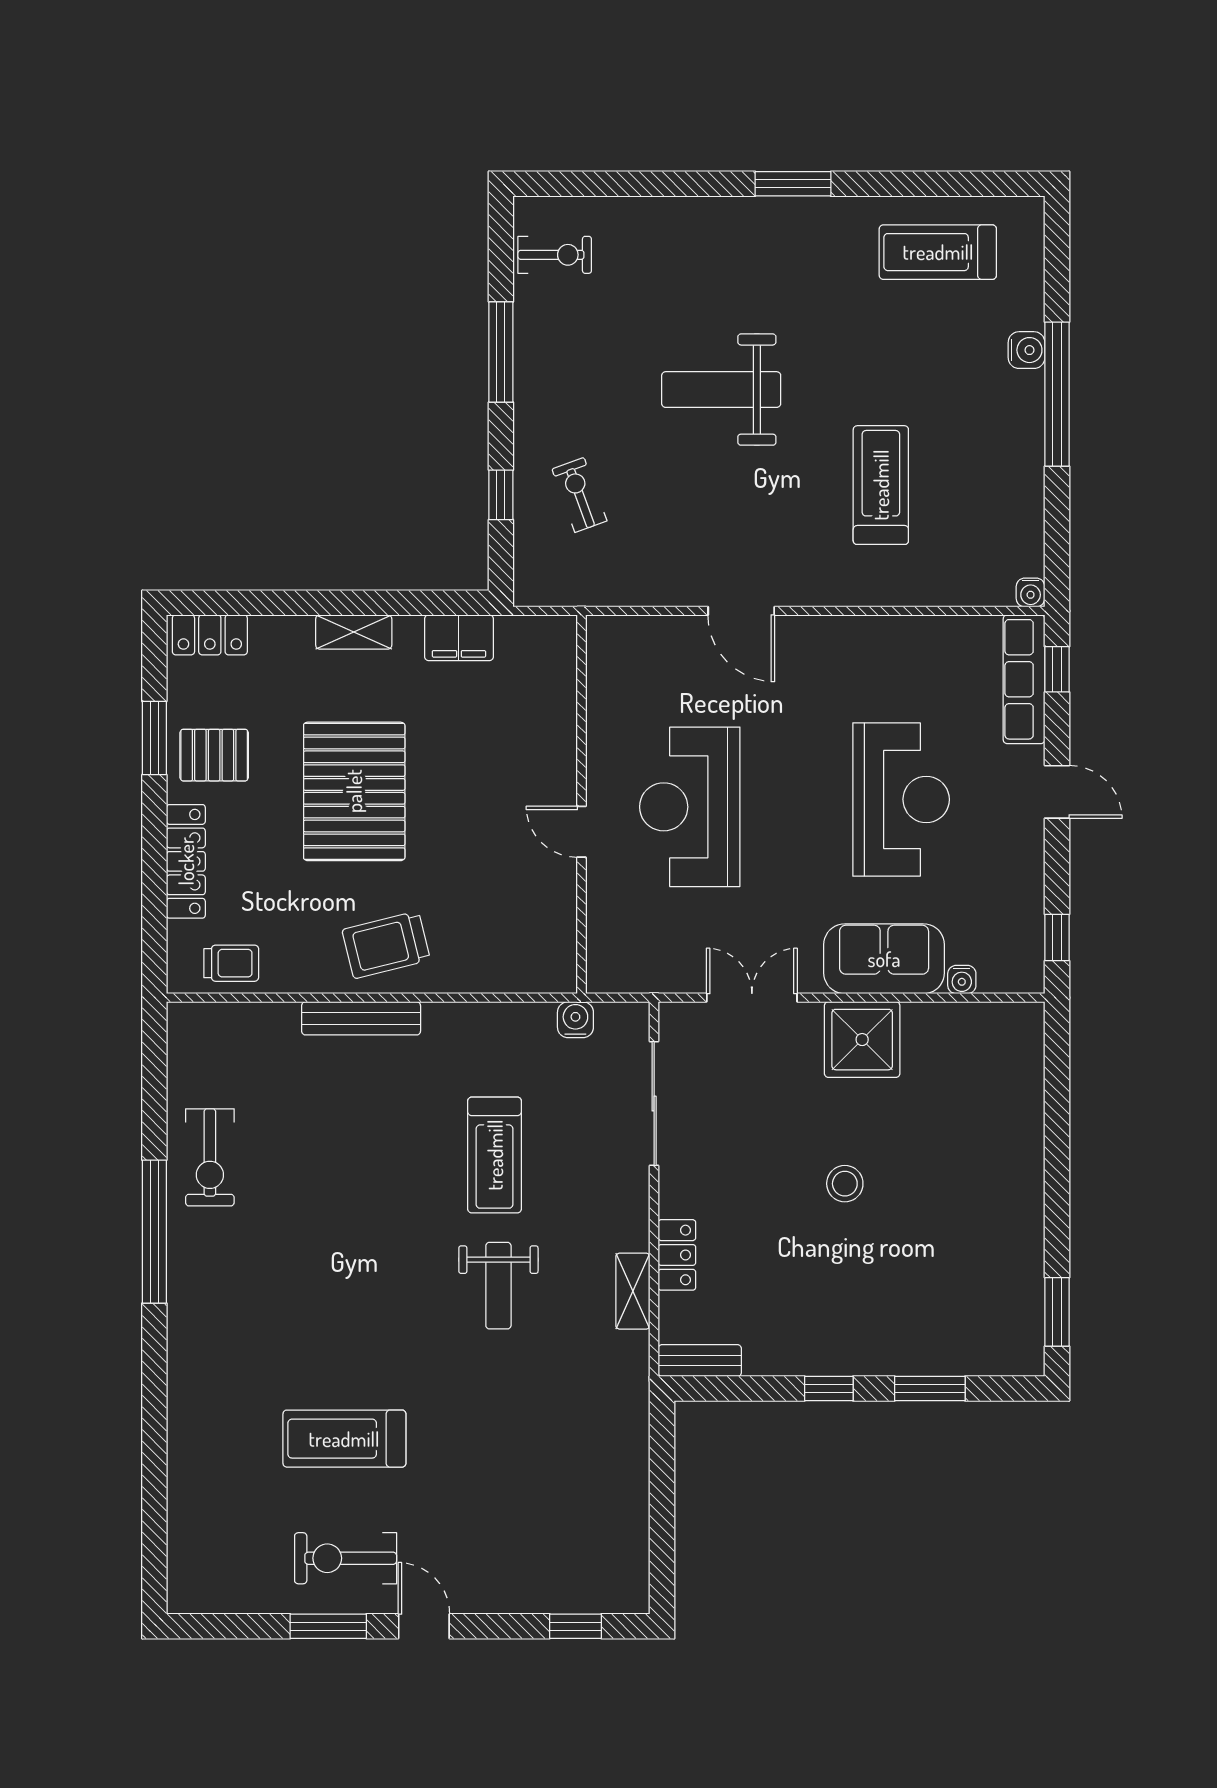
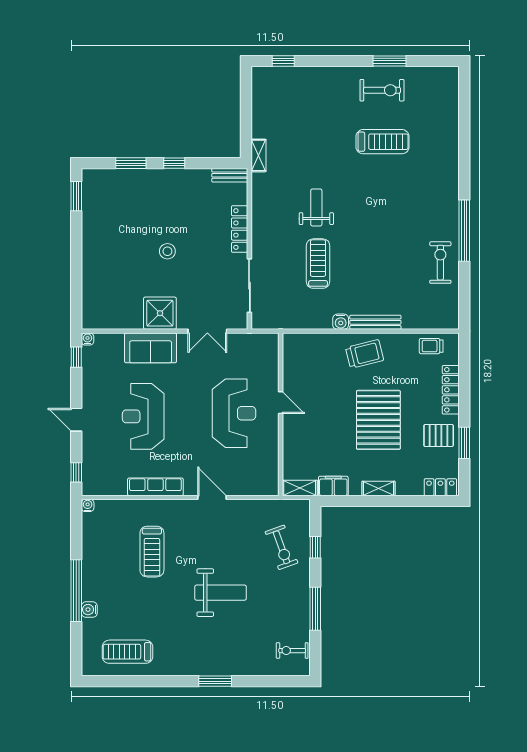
window: (793, 184) -> (215, 681), moved
treadmill: (938, 252) -> (127, 652), turned 180
exercise bike: (579, 495) -> (282, 547), width x1.38, depth x1.39
shelving: (537, 633) -> (300, 488), added
row of seats: (1024, 679) -> (155, 487), moved, turned -90
water cooler: (962, 980) -> (87, 339), moved
water cooler: (575, 1020) -> (341, 322), moved
locker: (677, 1255) -> (240, 229), width x1.53
shelving: (633, 1291) -> (259, 155), moved
door: (424, 1626) -> (348, 61), removed

